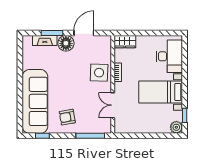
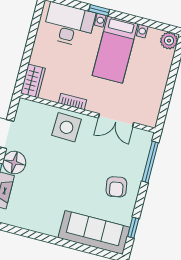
sofa: (35, 101) -> (94, 232), width x0.74, depth x0.79
window: (185, 115) -> (99, 10), moved

